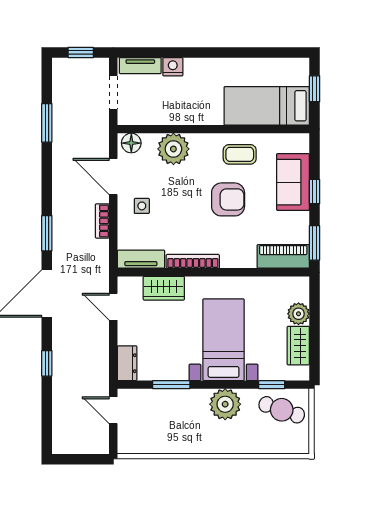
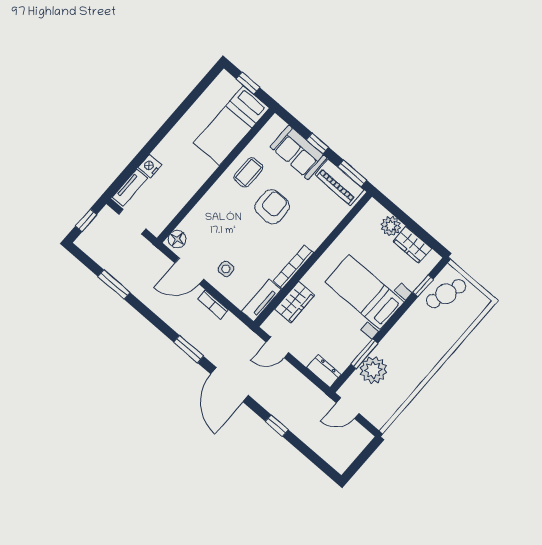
plant: (173, 149) -> (206, 214), removed
piano: (283, 256) -> (339, 182), moved, turned -90
plant: (225, 404) -> (373, 370), moved

